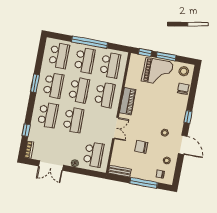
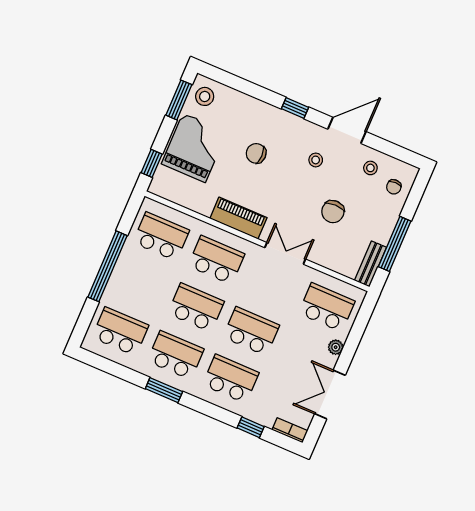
window: (166, 56) -> (179, 100), moved
school desk: (85, 60) -> (141, 284), removed
chair: (183, 89) -> (256, 153), moved
double door: (51, 166) -> (330, 395), swing flipped
window: (144, 183) -> (395, 244), moved

